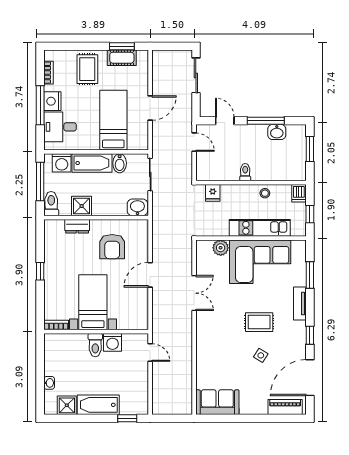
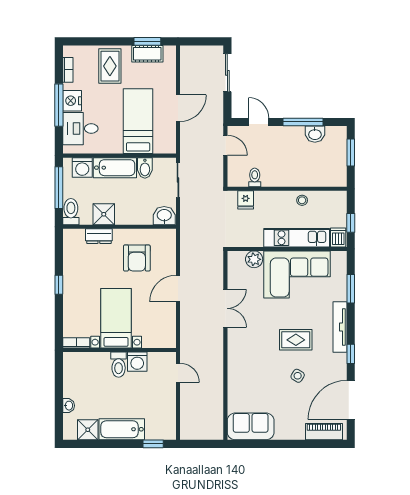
toilet: (245, 172) -> (255, 177), moved
dishwasher: (299, 193) -> (338, 237), moved, turned 180
tv unit: (300, 303) -> (340, 327), width x1.41

